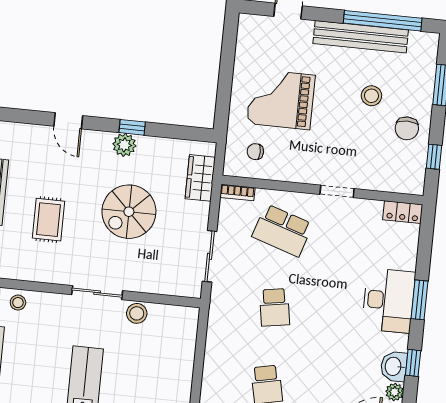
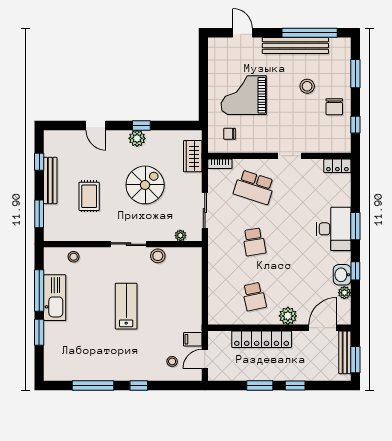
spiral stairs: (129, 212) -> (145, 185), turned 180
plant: (172, 288) -> (180, 235), added

